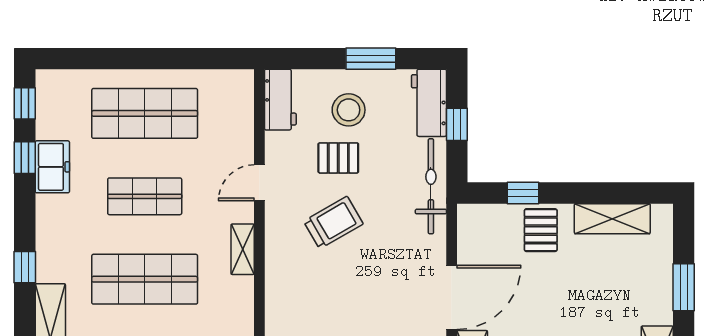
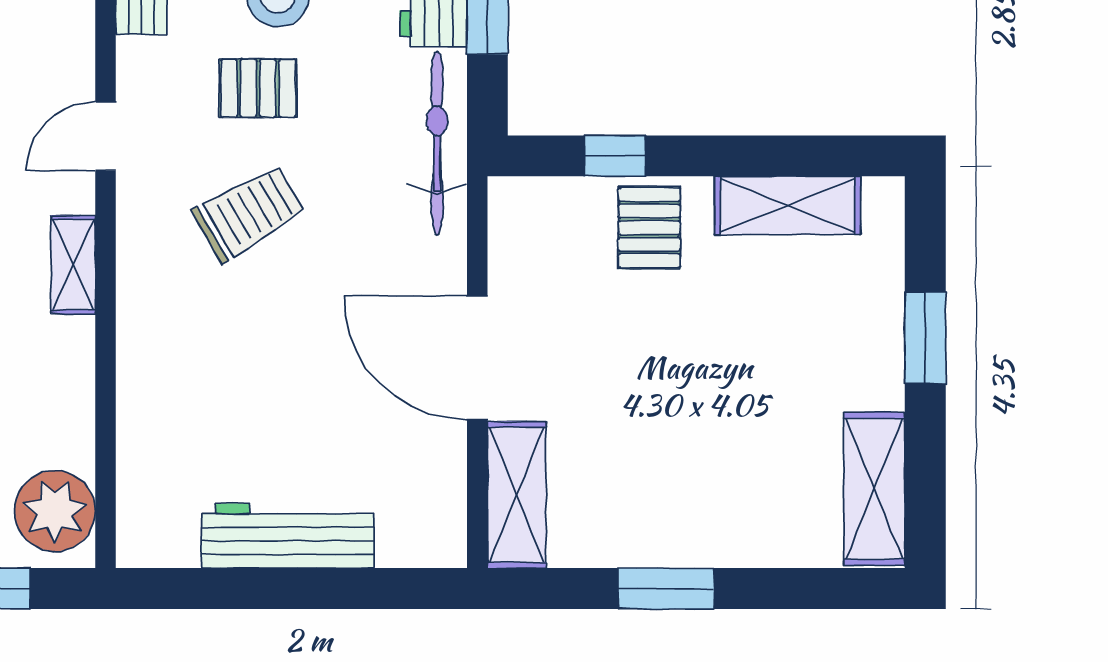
door: (452, 297) -> (477, 358), swing flipped

